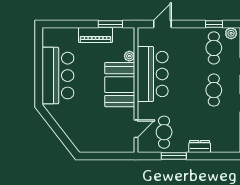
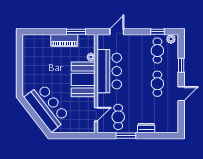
bar counter: (58, 76) -> (47, 107), moved, turned -38

